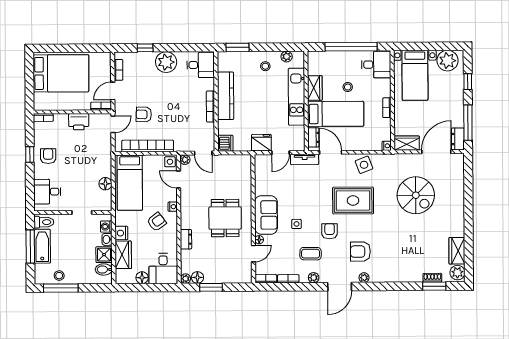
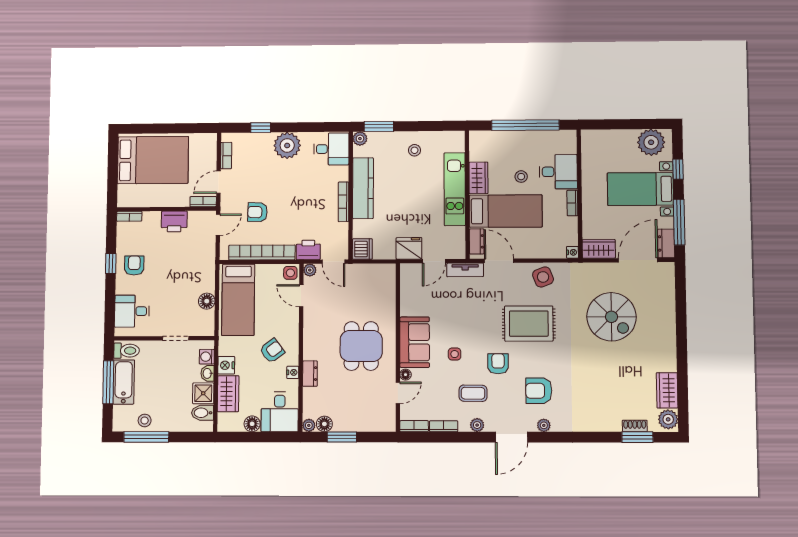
plant: (287, 57) -> (360, 139), moved
desk: (376, 65) -> (558, 172), moved
bed with nightstands: (415, 75) -> (640, 189), moved, turned 90
printer: (184, 144) -> (308, 250), added
nightstand: (173, 207) -> (293, 372), moved

